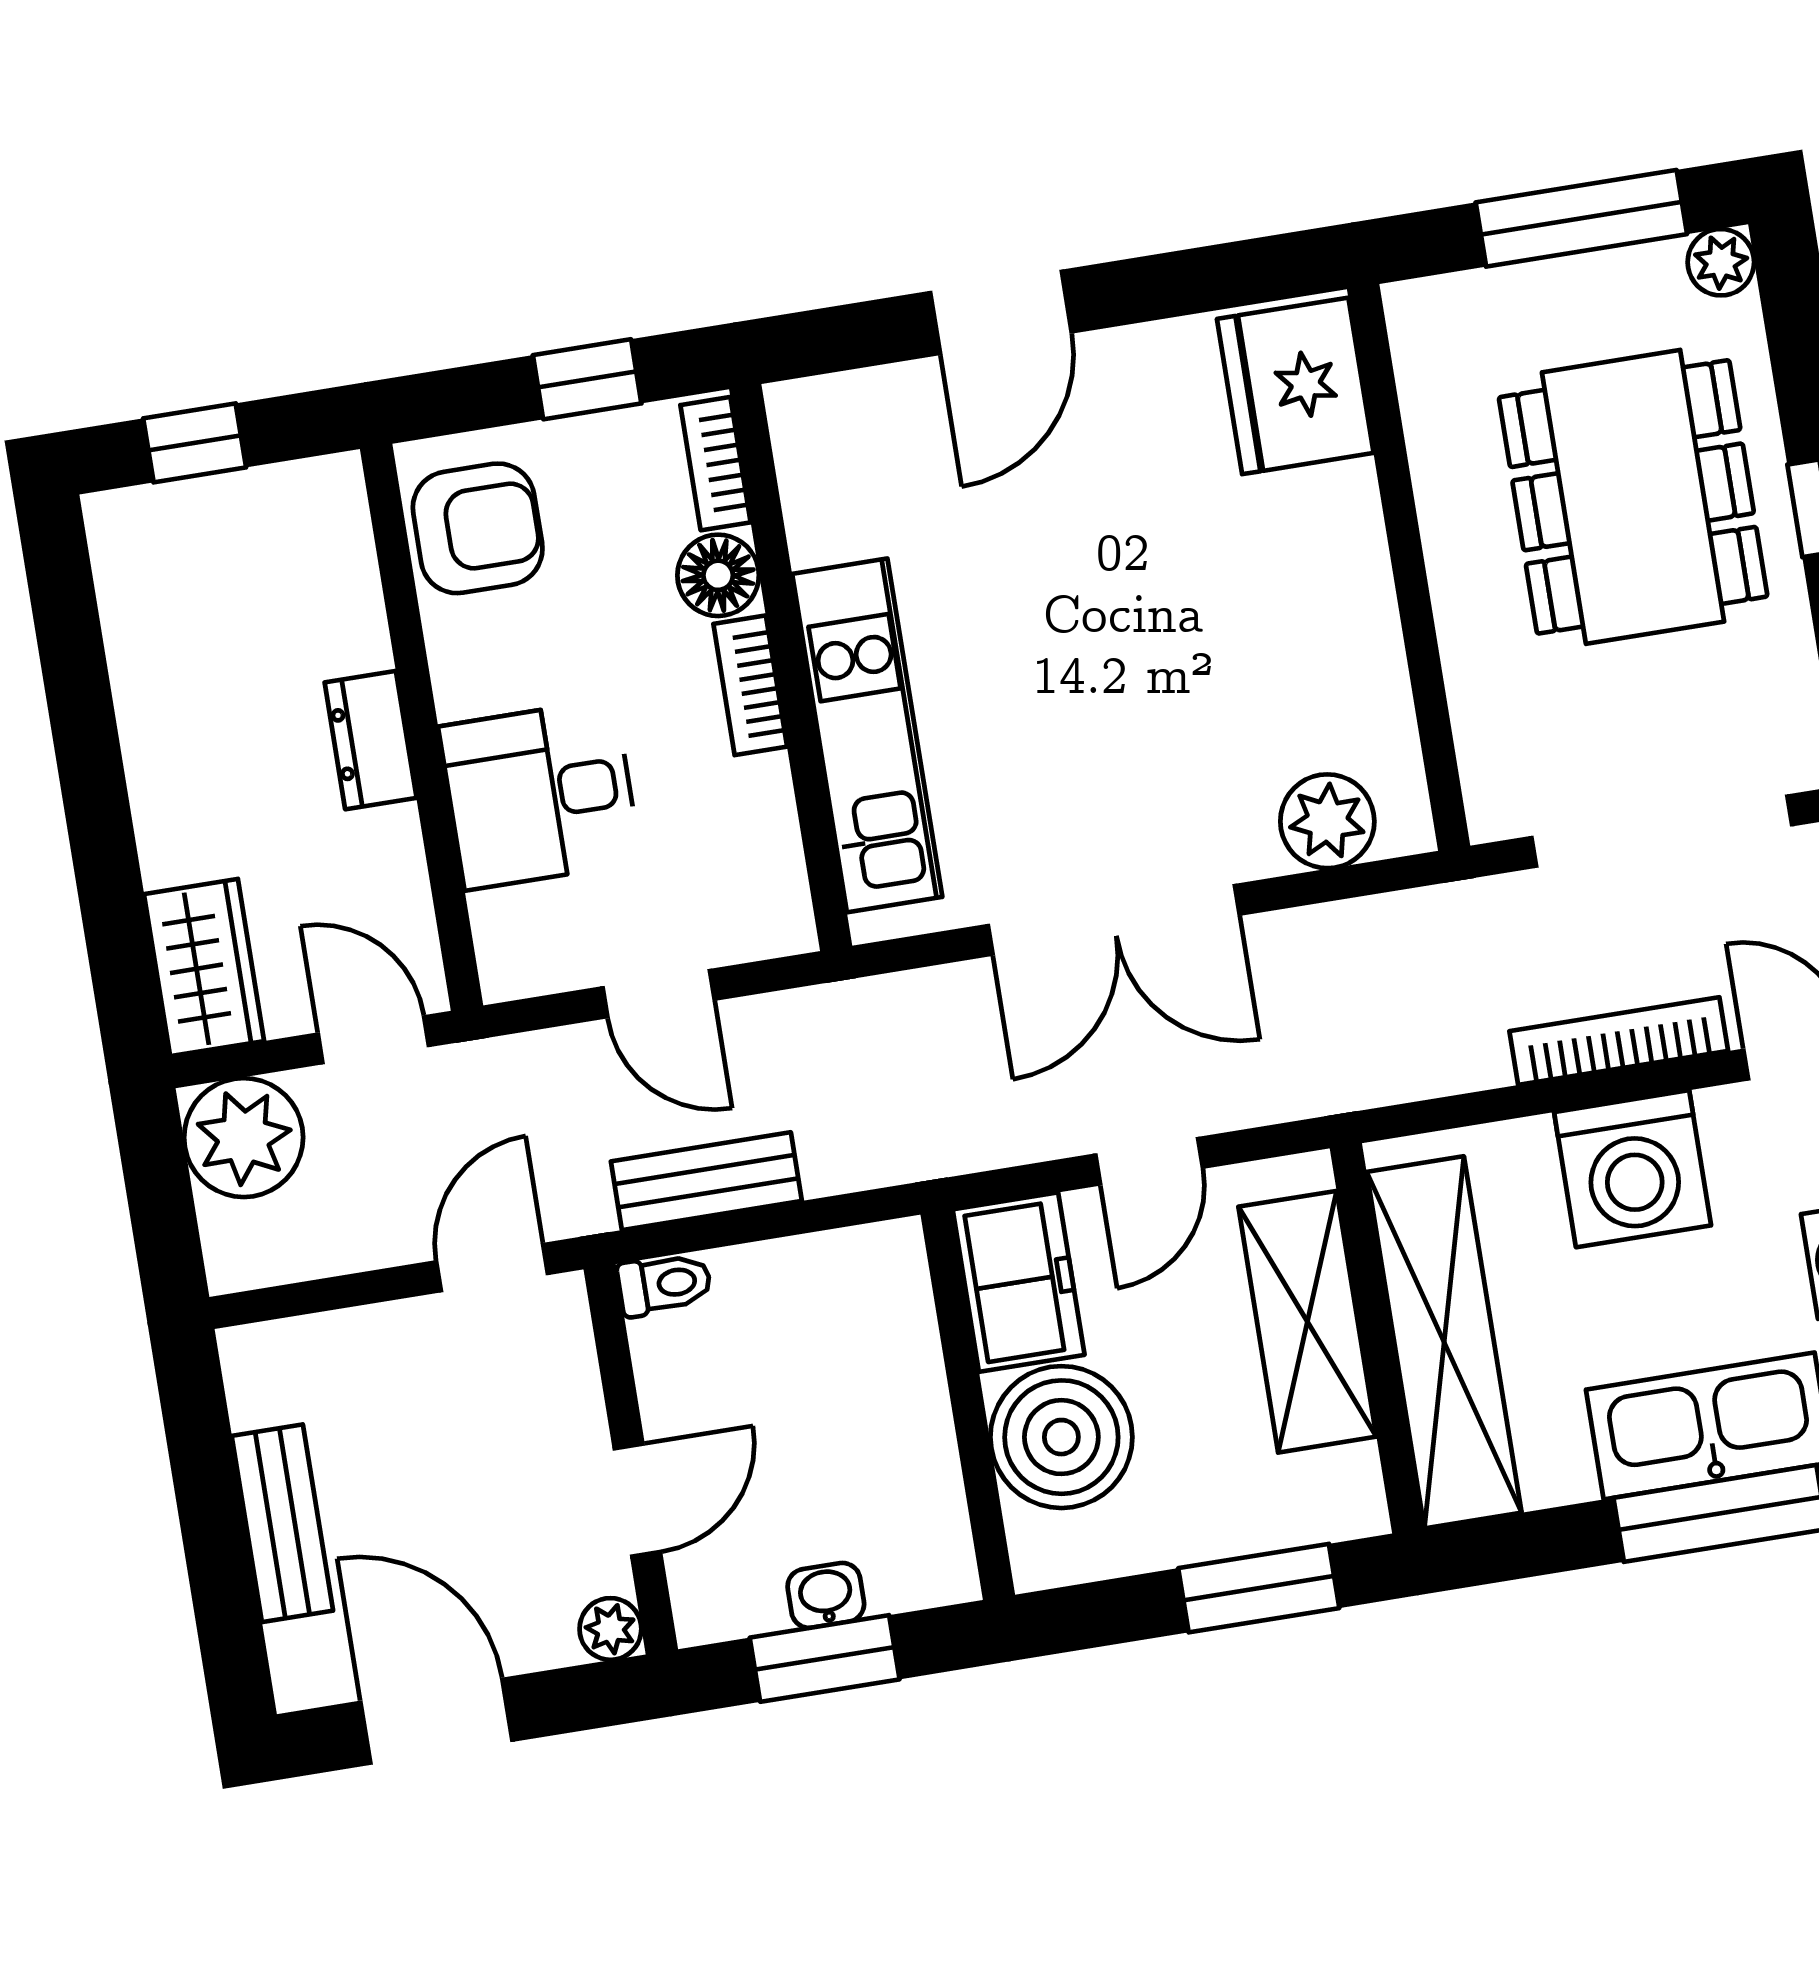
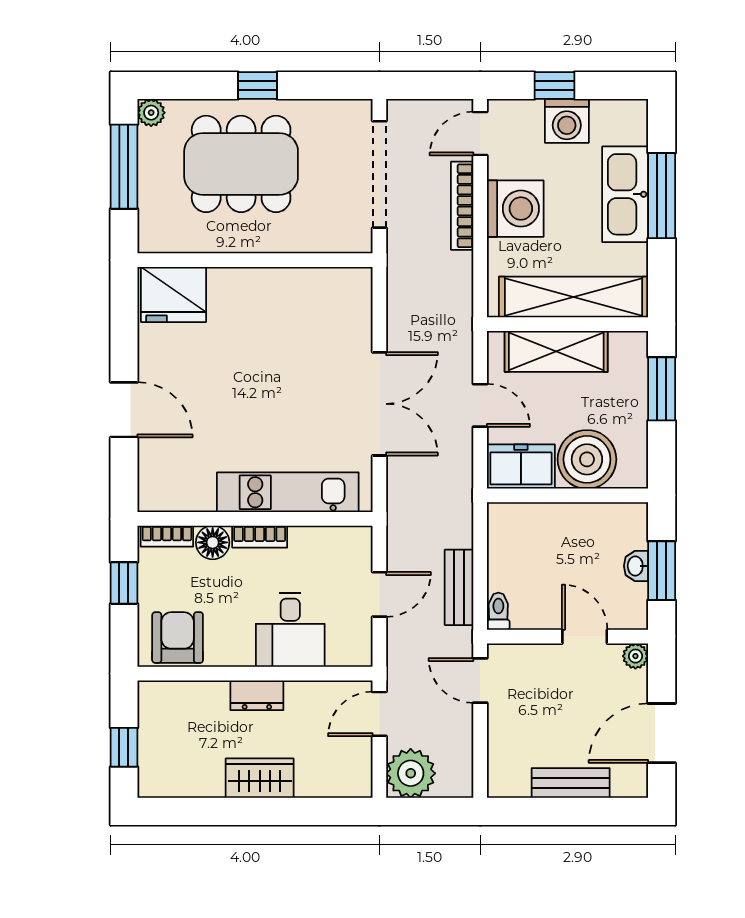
plant: (1327, 821) -> (353, 310), removed
wardrobe: (204, 968) -> (260, 778), moved

